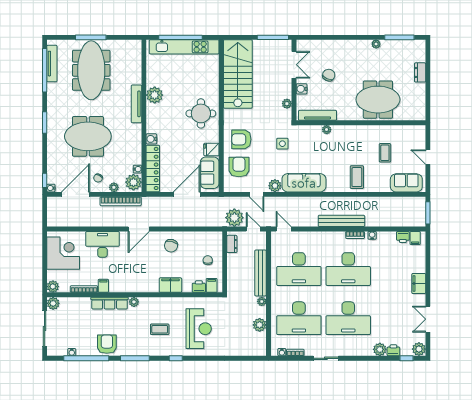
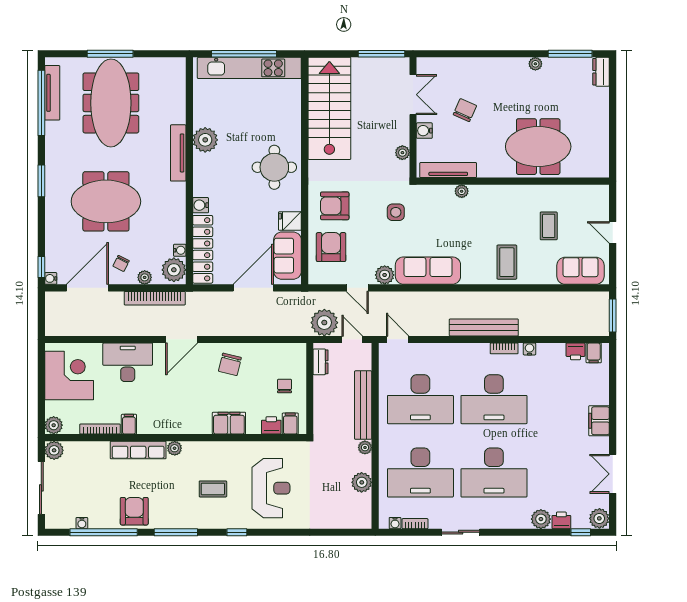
dresser: (420, 72) -> (601, 72), moved

